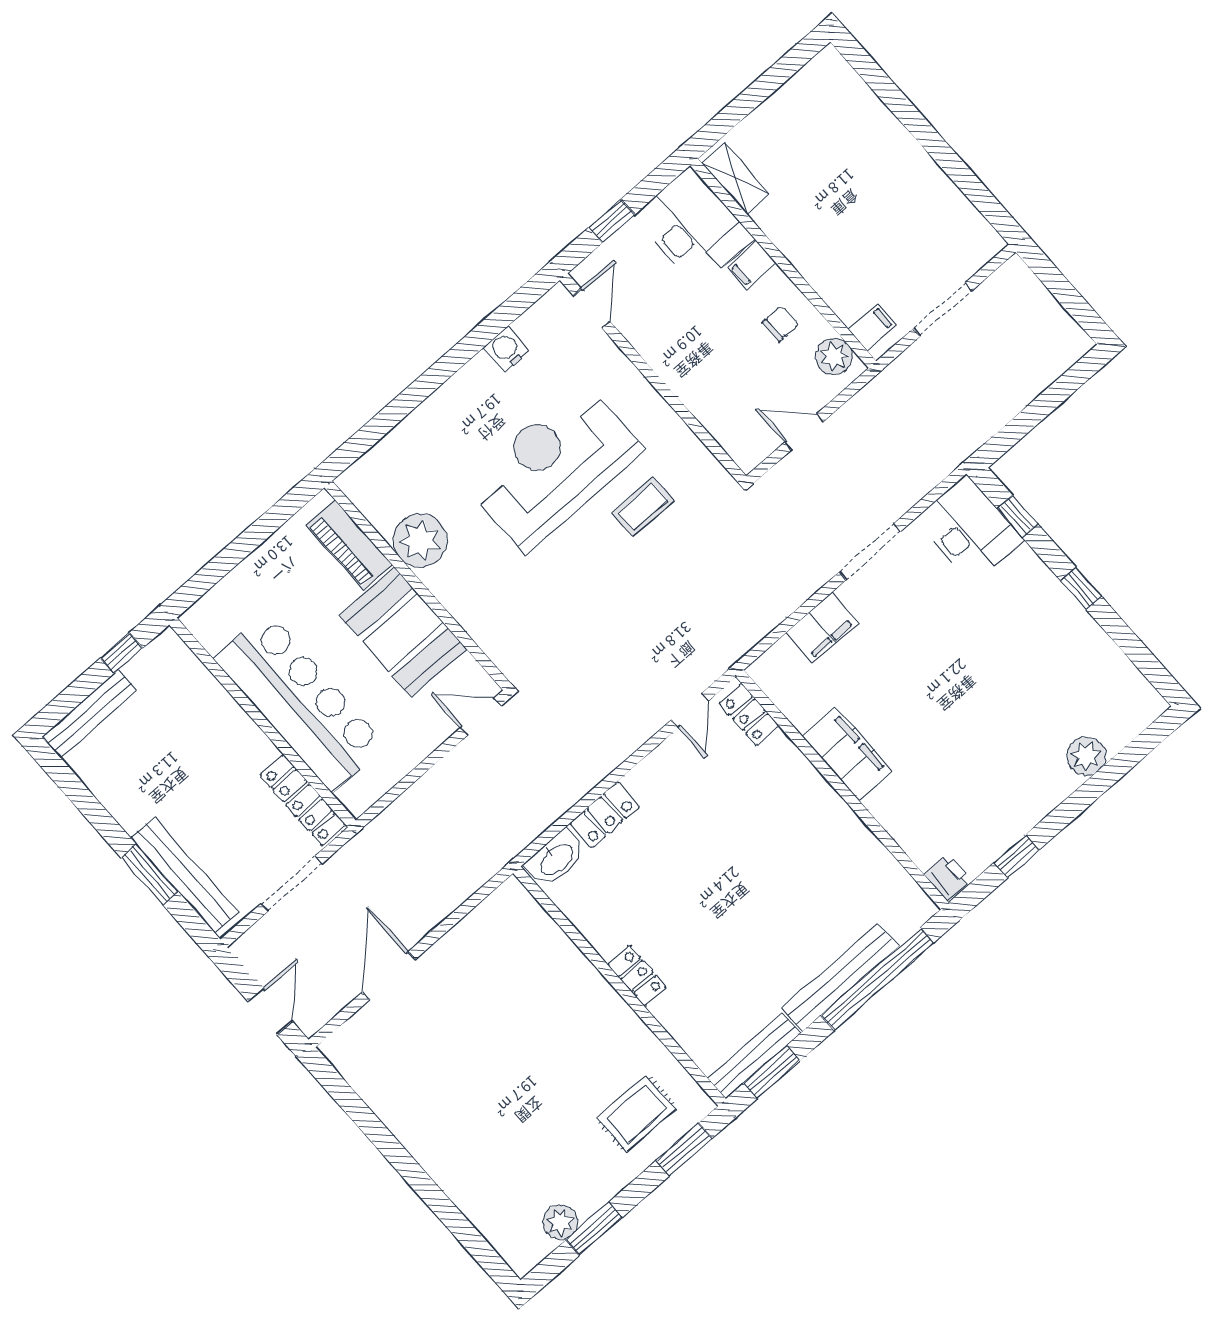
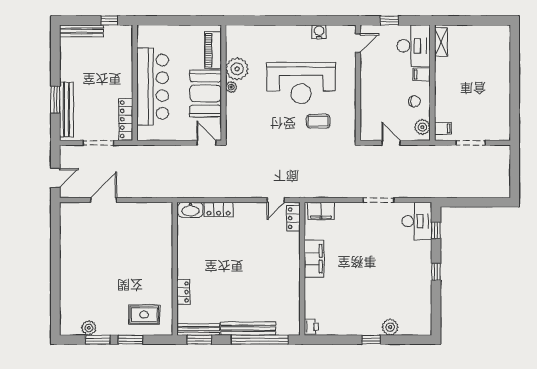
reception desk: (554, 466) -> (301, 83), turned 180
plant: (438, 581) -> (231, 87), added
filing cabinet: (822, 628) -> (321, 211), moved
window: (1017, 856) -> (371, 340), moved
locker: (637, 976) -> (183, 292), moved
window: (684, 1149) -> (130, 340), moved

